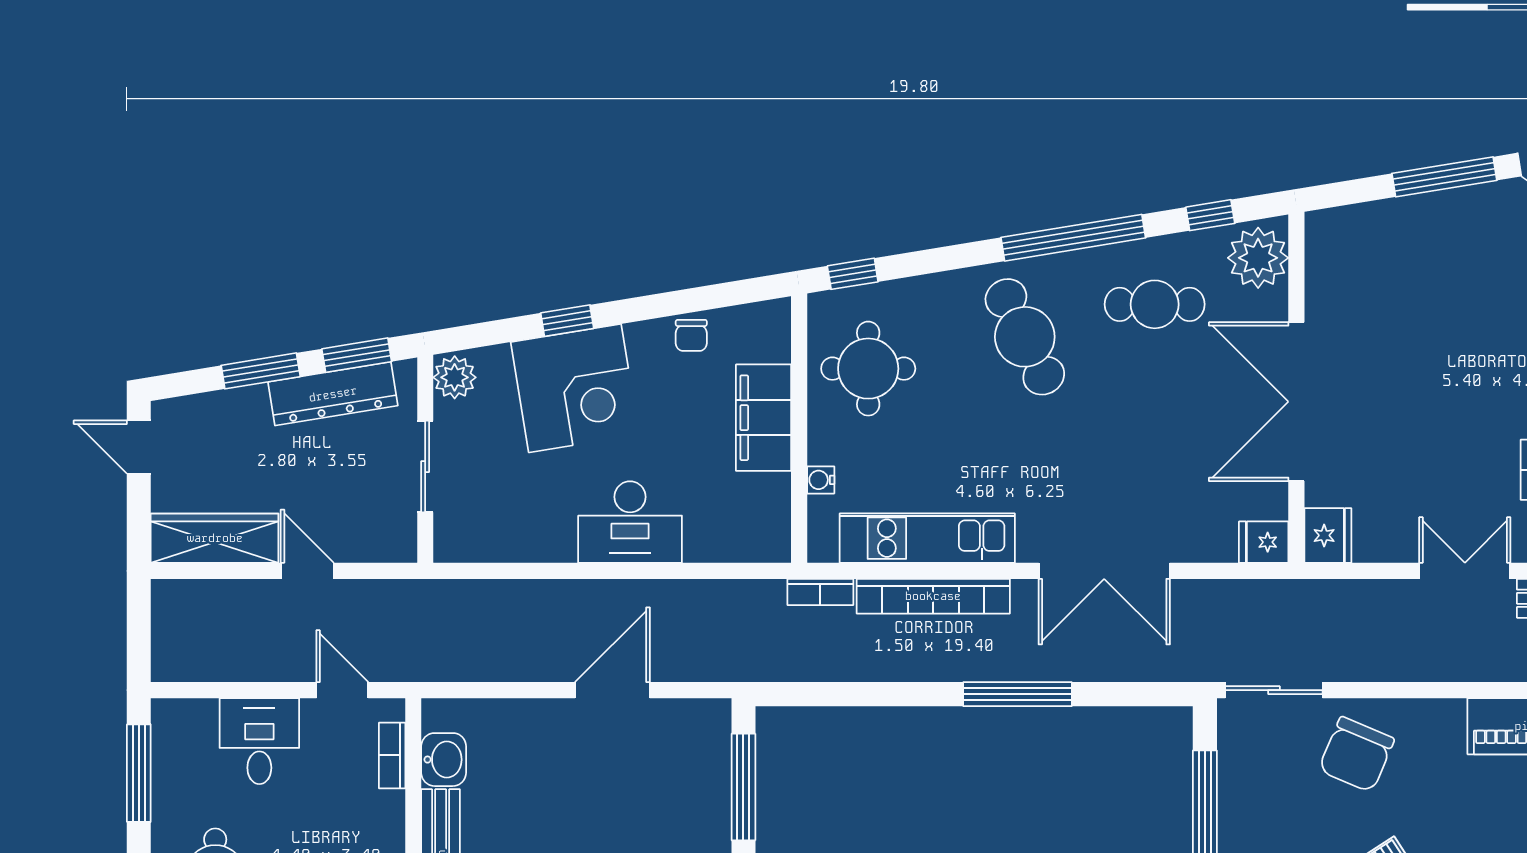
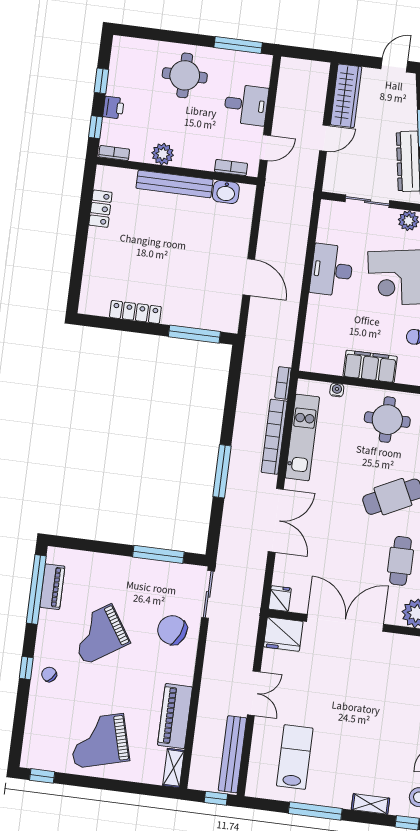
desk: (630, 522) -> (332, 270), moved
fridge: (1328, 535) -> (283, 634), width x1.36, depth x1.34
double door: (1104, 571) -> (276, 520), swing flipped

